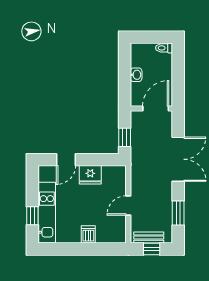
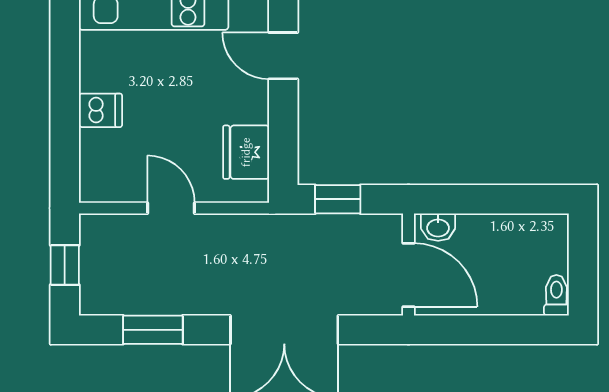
washbasin: (136, 75) -> (438, 227), moved
fridge: (90, 175) -> (246, 152), moved
bench: (149, 238) -> (93, 258), removed

